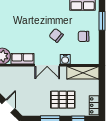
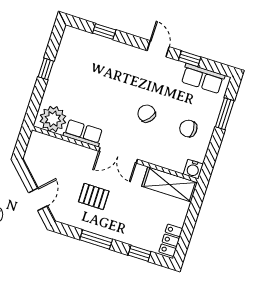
water cooler: (65, 59) -> (193, 169), moved
pallet: (63, 100) -> (94, 196), moved, width x0.67, depth x0.71

